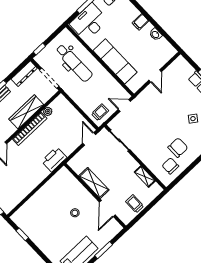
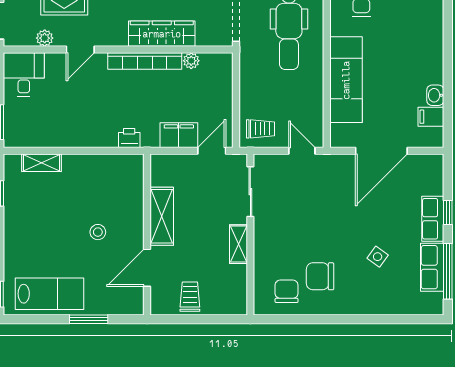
filing cabinet: (140, 22) -> (431, 117), moved
door: (155, 76) -> (381, 151), width x1.88
filing cabinet: (70, 145) -> (179, 135), added
chair: (178, 148) -> (320, 276), turned 180
printer: (54, 159) -> (129, 138), width x0.53, depth x0.68
shelving: (145, 176) -> (238, 244), moved
shelving: (27, 207) -> (41, 163), added

